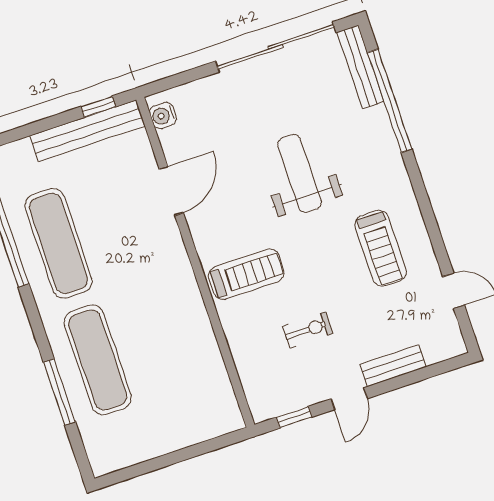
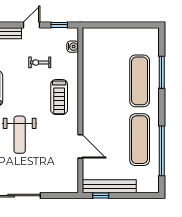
water cooler: (163, 115) -> (73, 47), moved
door: (171, 191) -> (80, 146), swing flipped
treadmill: (246, 274) -> (59, 97), turned -90

